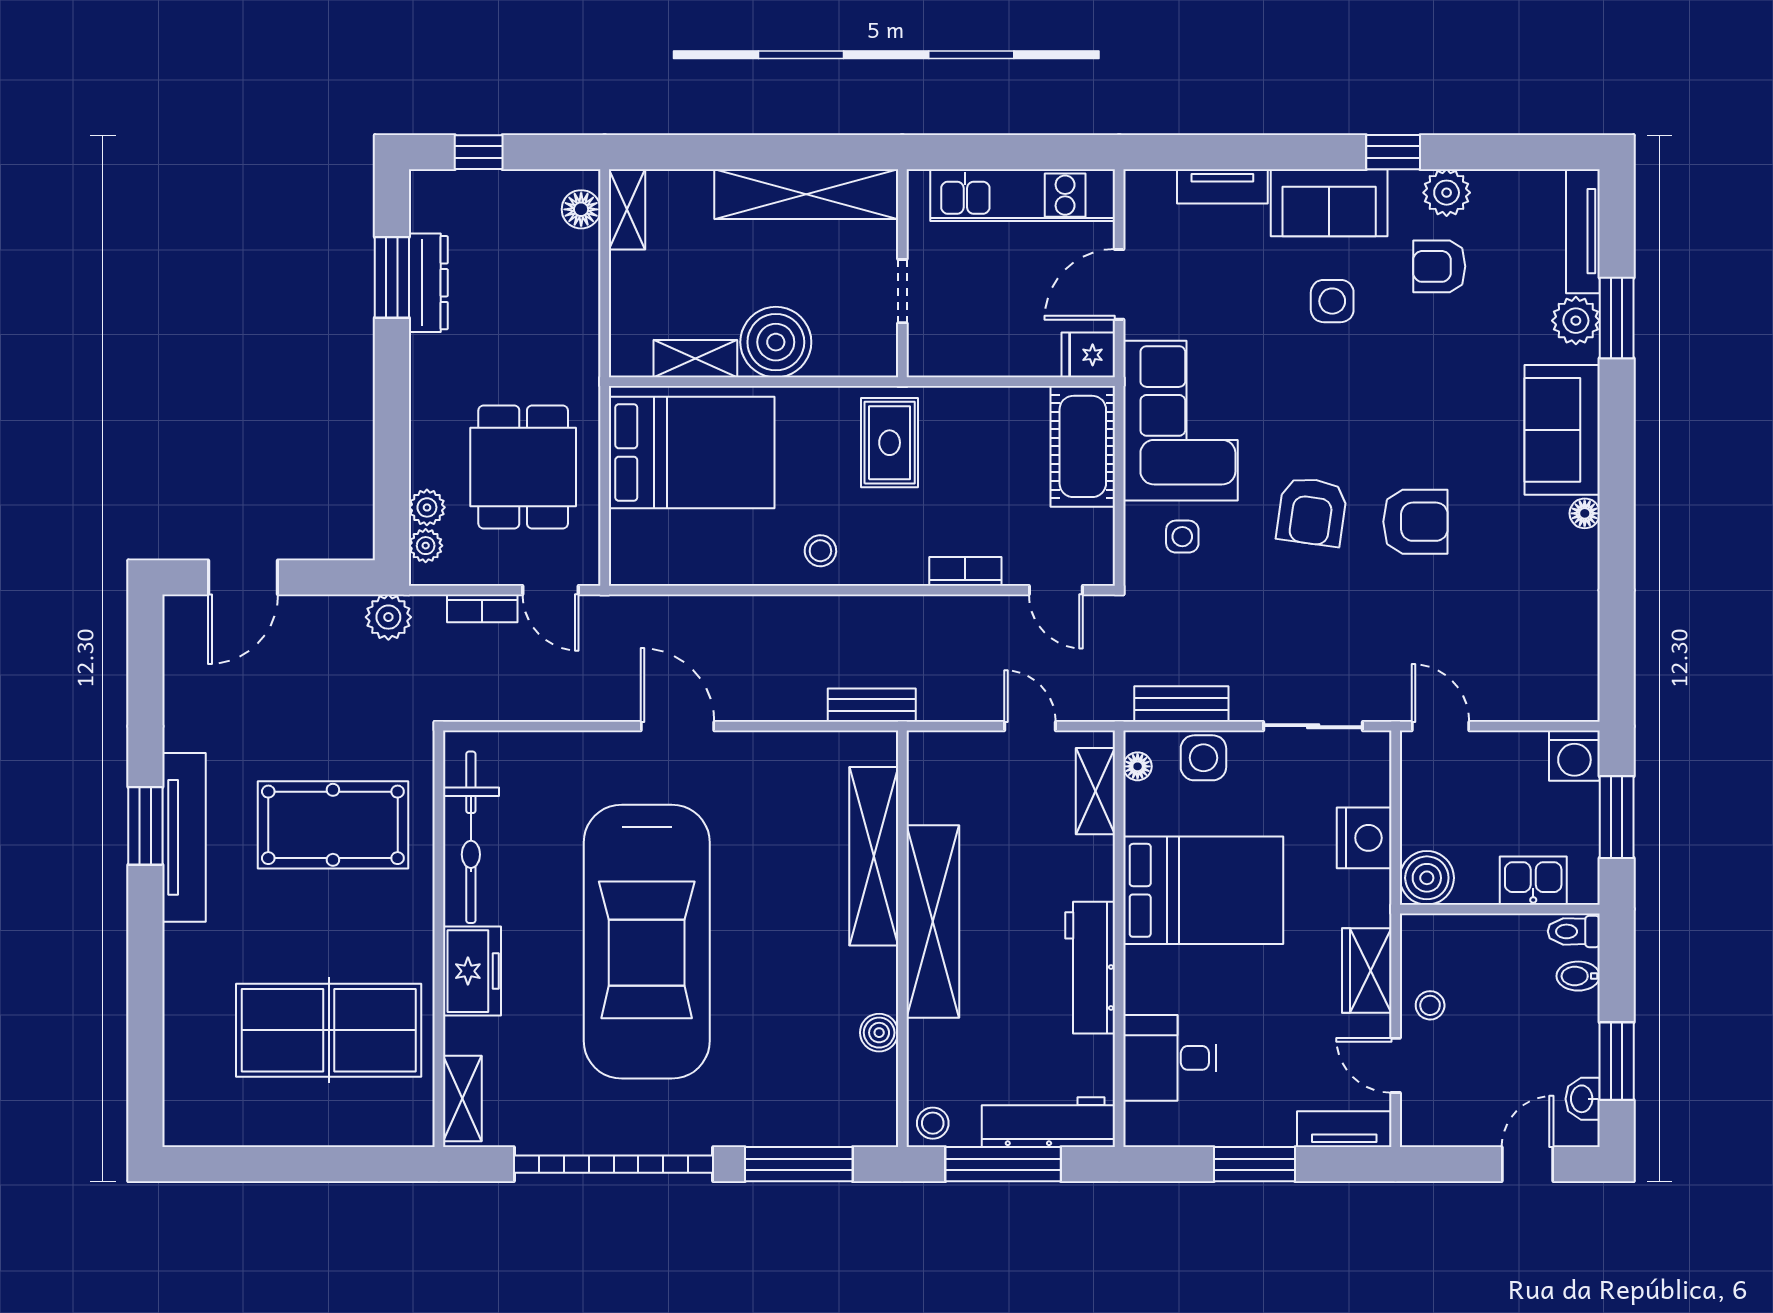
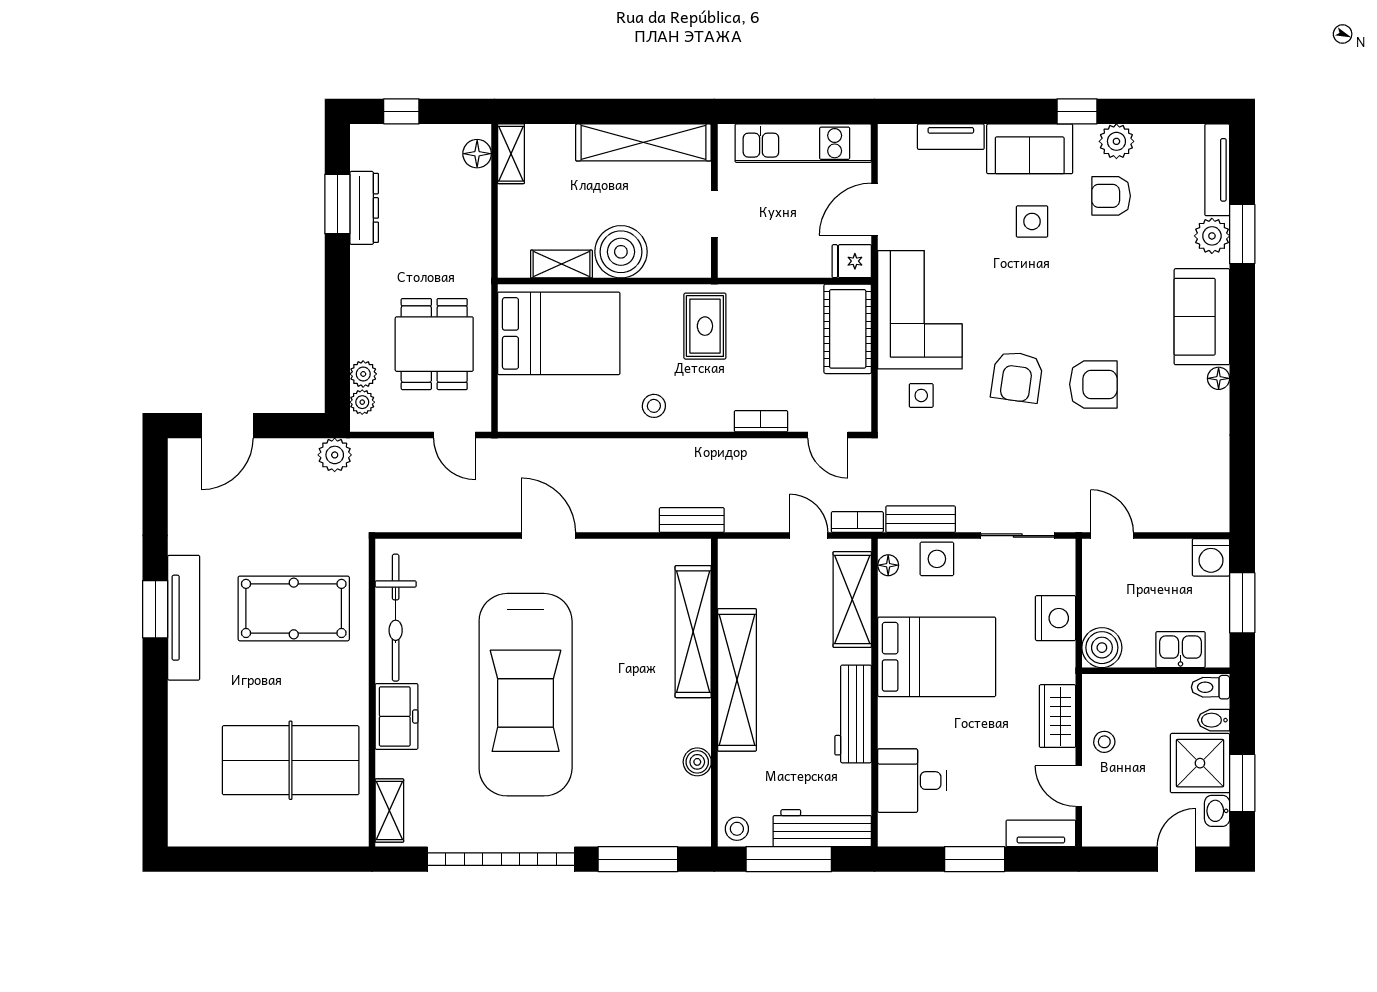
bookcase: (482, 608) -> (857, 522), moved, turned 180
shelving: (1095, 791) -> (852, 599), width x1.50, depth x1.33
shower: (1560, 1034) -> (1200, 763), added

